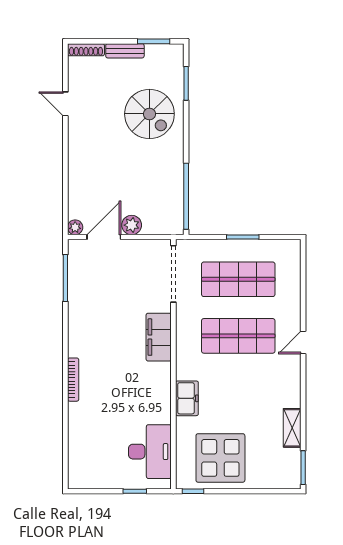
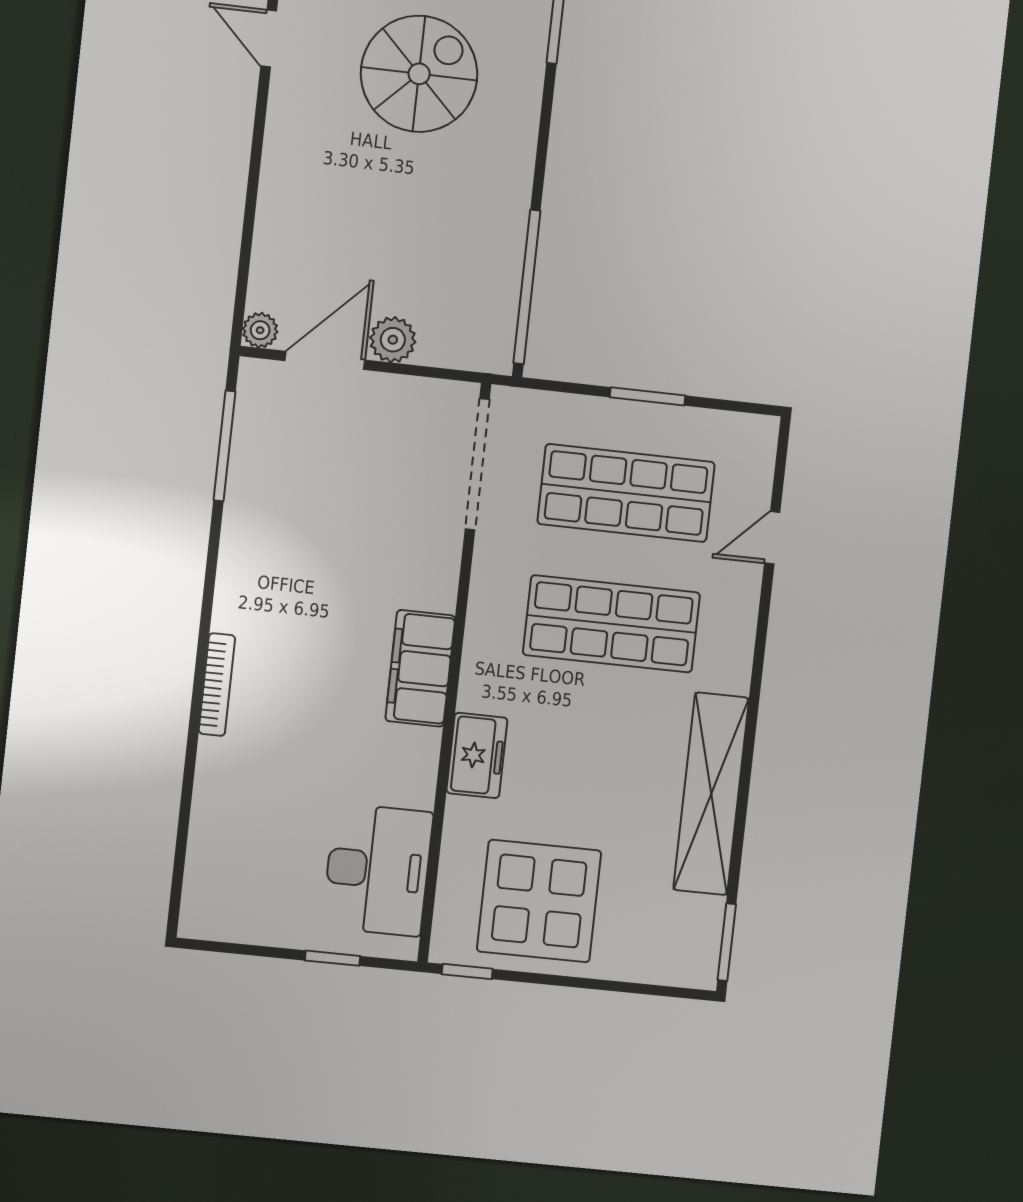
spiral stairs: (149, 114) -> (419, 74), moved, turned -90
filing cabinet: (159, 337) -> (420, 668), moved
door: (303, 343) -> (772, 538), moved
shelving: (292, 428) -> (711, 794), width x2.20, depth x1.33

